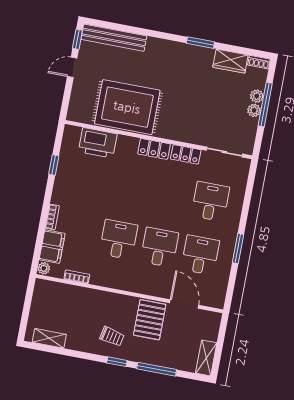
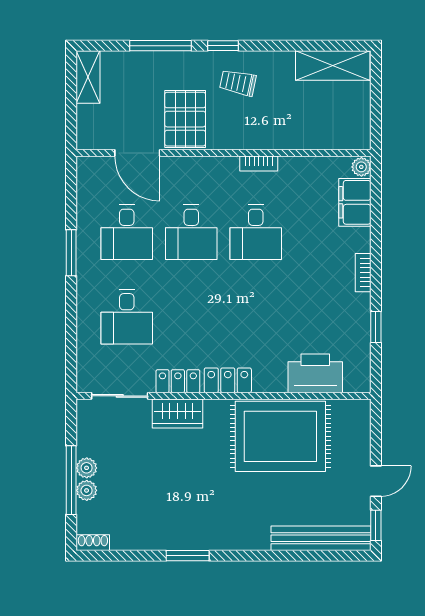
wardrobe: (230, 61) -> (178, 413), moved, turned 180
bookcase: (52, 217) -> (363, 273), moved
bookcase: (77, 277) -> (259, 163), moved
shelving: (49, 338) -> (333, 66), width x1.50, depth x1.33

